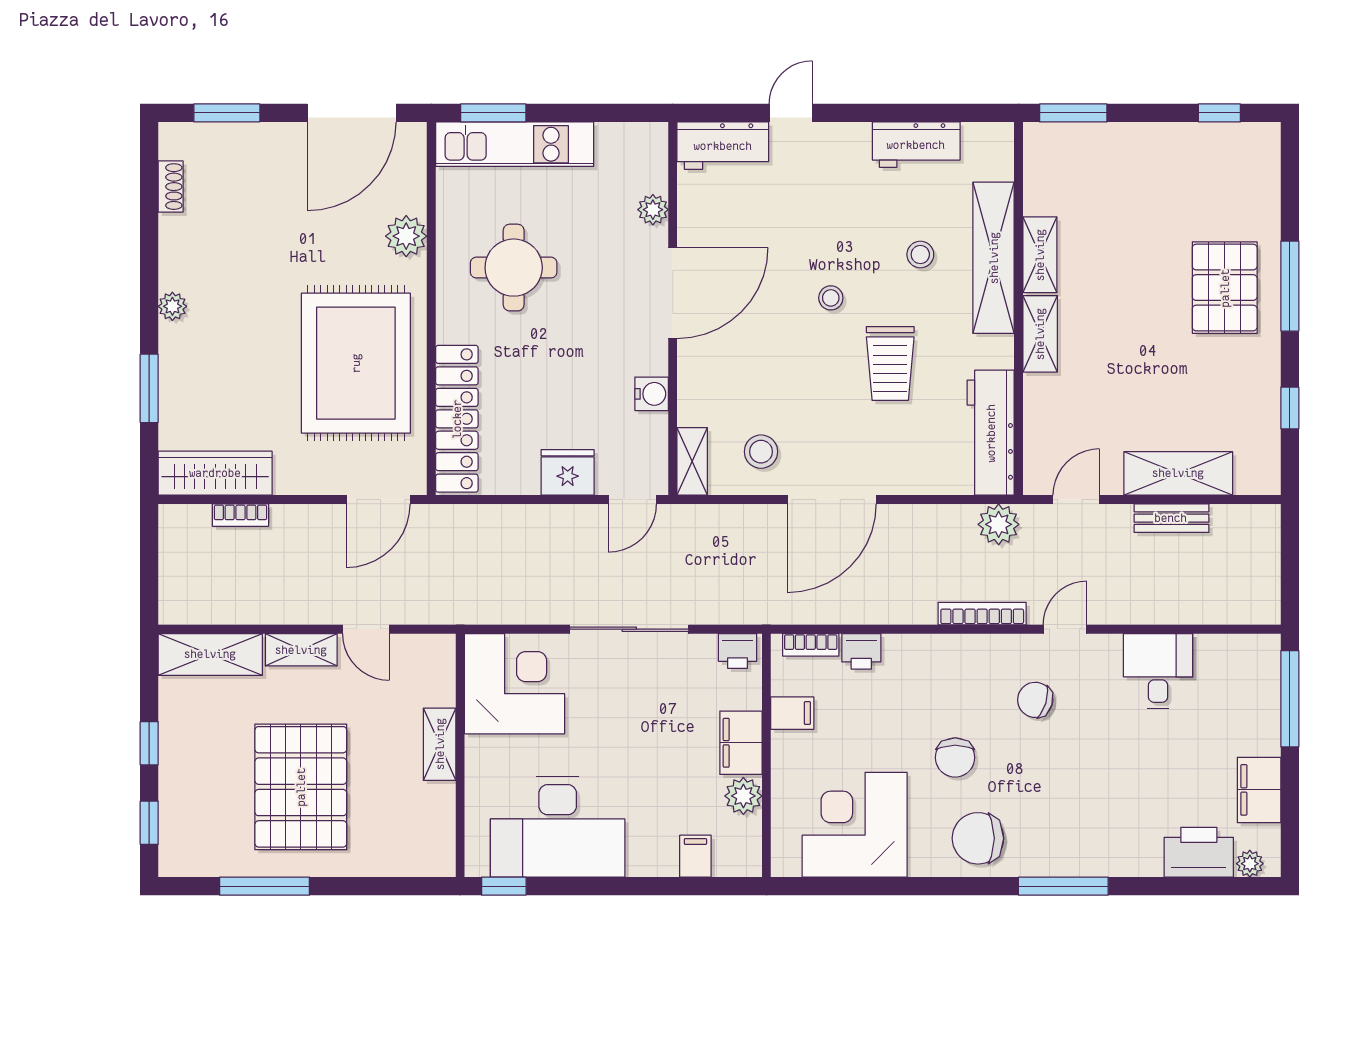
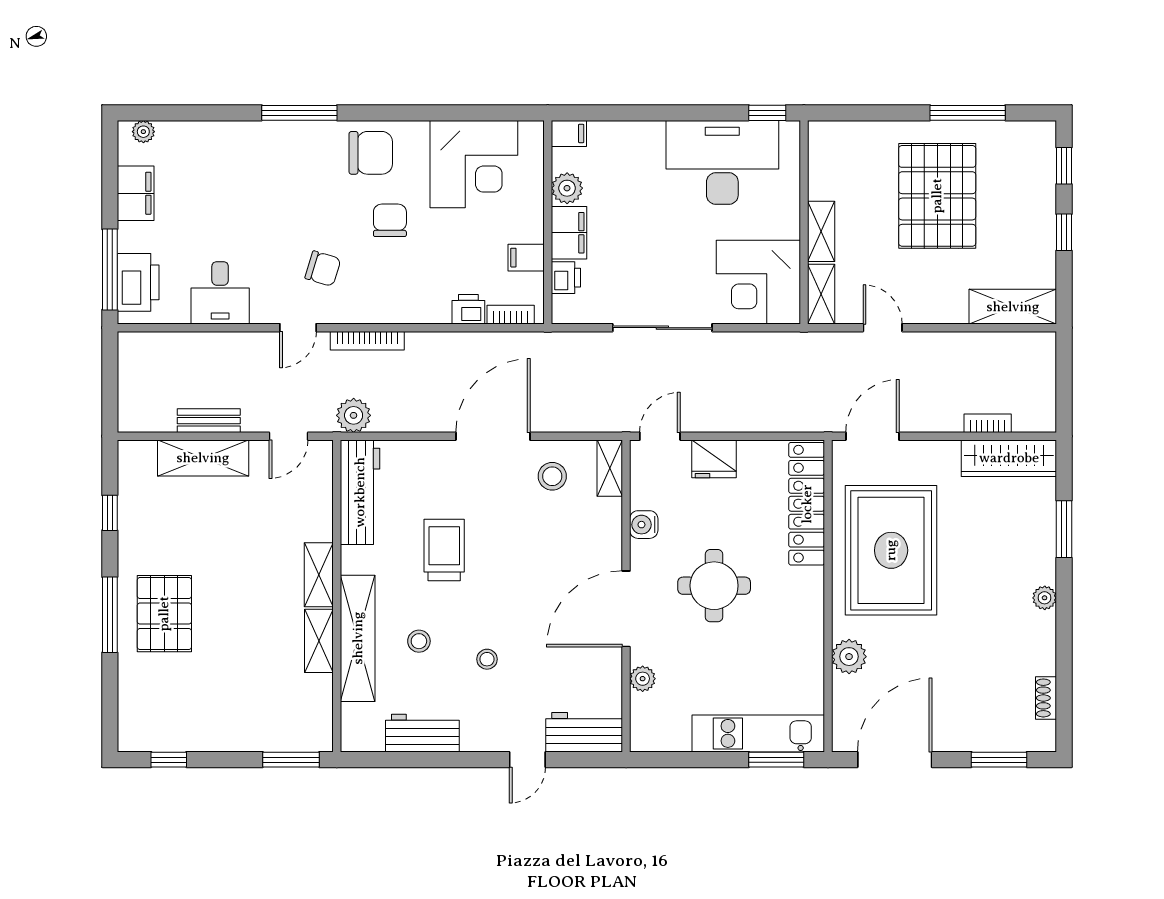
round table: (514, 268) -> (714, 586), moved
stool: (831, 298) -> (487, 659), moved
shelving: (301, 650) -> (821, 294), moved, turned 90
printer: (738, 651) -> (566, 278), moved, turned 90
printer: (1199, 852) -> (138, 282), moved, turned -90
filing cabinet: (695, 856) -> (569, 133), moved, turned -90

